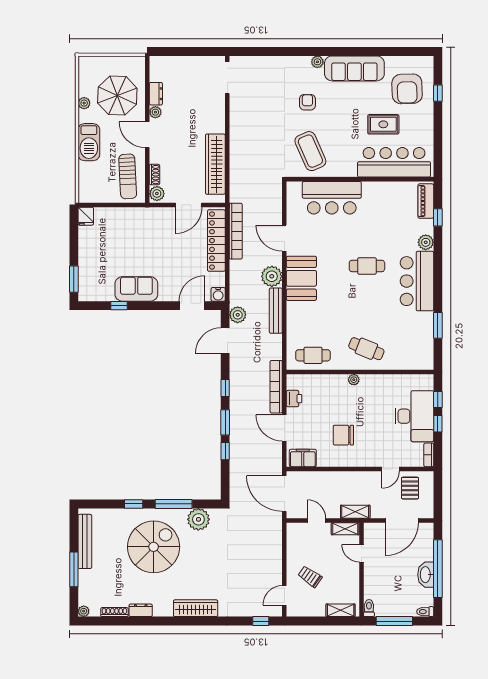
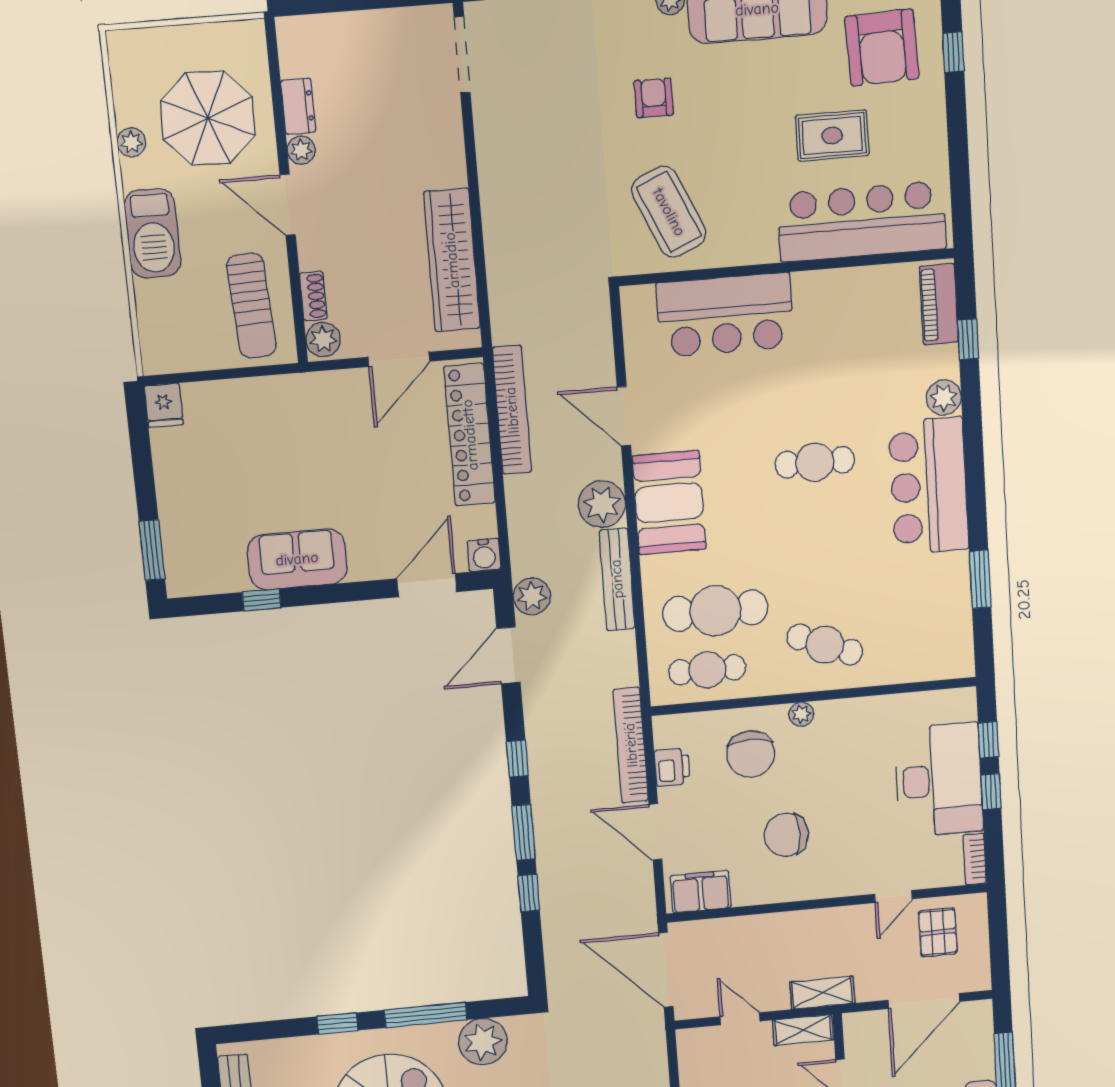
cafe table: (318, 329) -> (715, 611), added
chair: (330, 396) -> (751, 754), added

